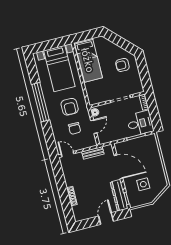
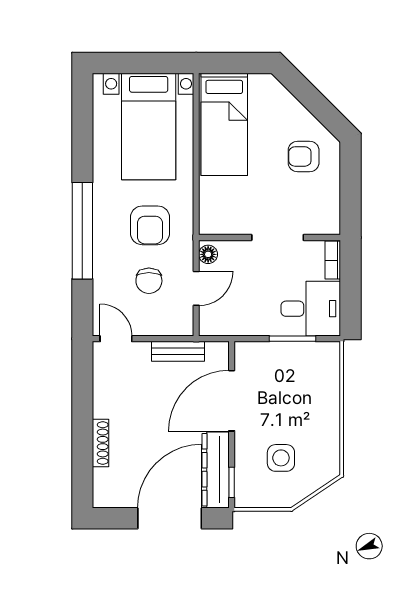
window: (40, 102) -> (82, 231), moved
door: (118, 167) -> (232, 401), swing flipped
door: (106, 219) -> (170, 518), width x1.87

